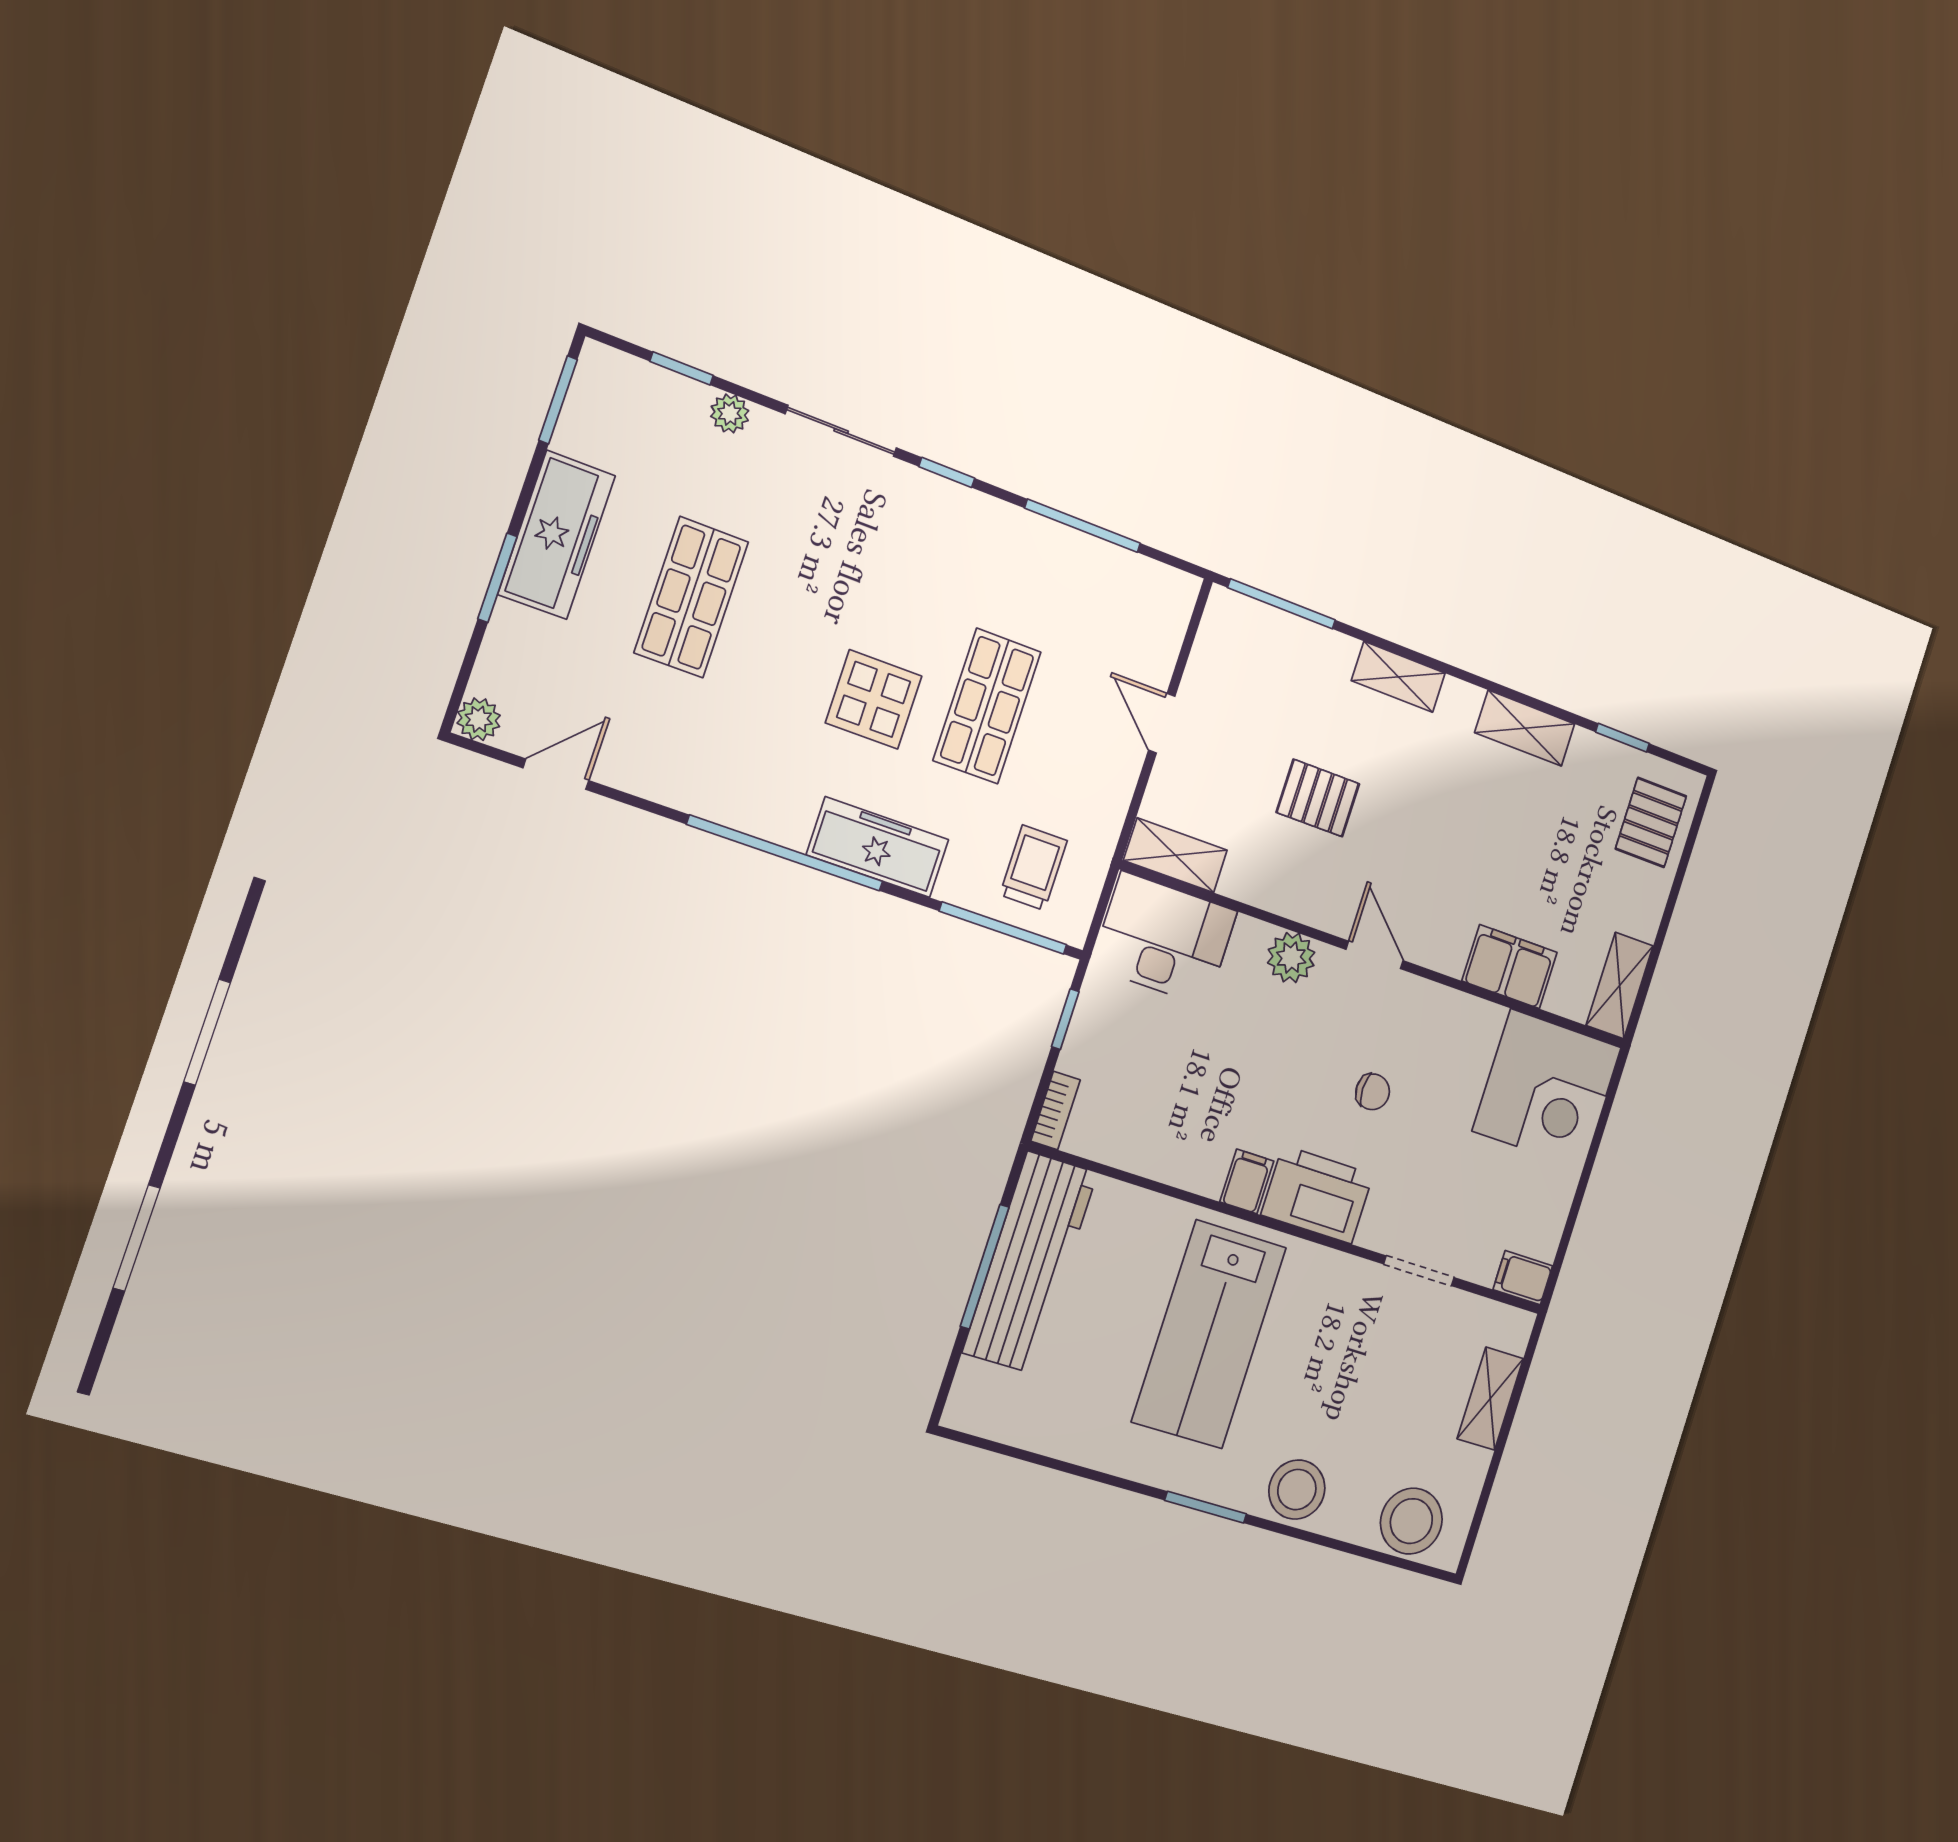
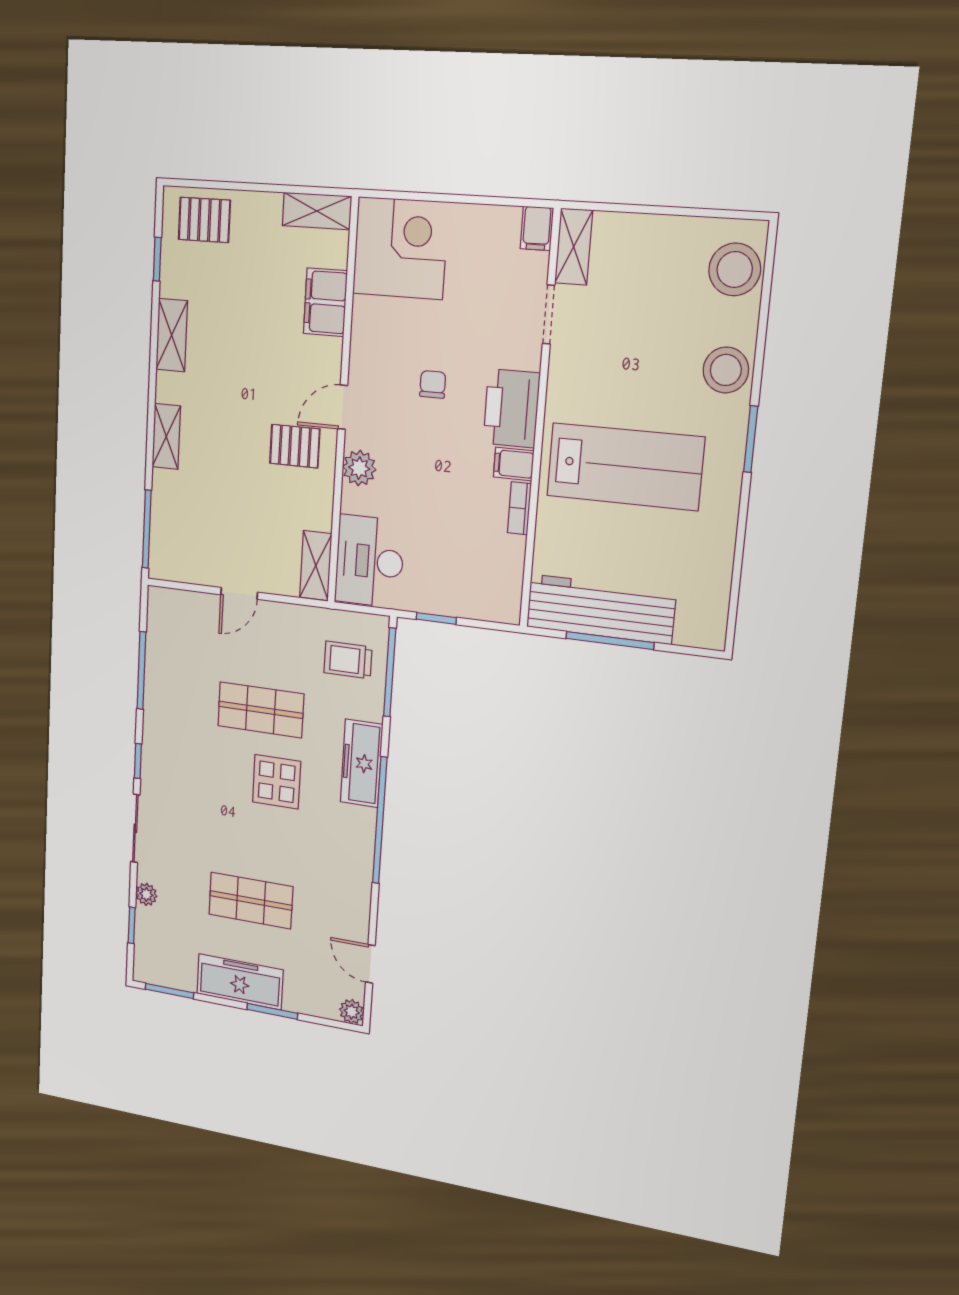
pallet: (1318, 798) -> (295, 446), moved, turned 90
bookcase: (1055, 1110) -> (519, 508), moved, turned -90
shelving: (1490, 1399) -> (574, 247), moved, turned 90

